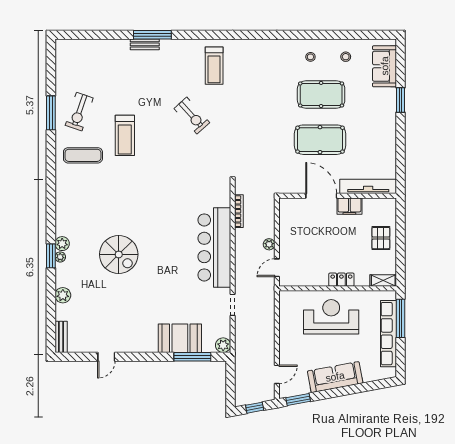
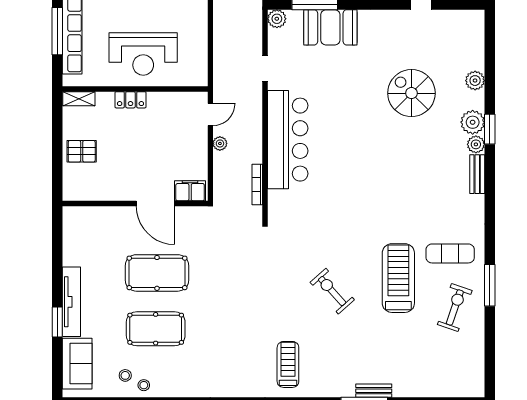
stool: (310, 57) -> (144, 385), moved
window: (51, 113) -> (490, 285), moved
exercise bike: (192, 116) -> (332, 291), moved
treadmill: (125, 135) -> (398, 278), width x1.37, depth x1.37
tv unit: (368, 186) -> (71, 302), moved, turned -90
filing cabinet: (349, 206) -> (190, 191), moved
pallet: (381, 238) -> (82, 151), turned 90
spiral stairs: (119, 254) -> (411, 93), moved
plant: (60, 257) -> (473, 122), width x1.88, depth x1.88
window: (401, 318) -> (57, 31), moved
bench: (61, 337) -> (477, 174), moved

